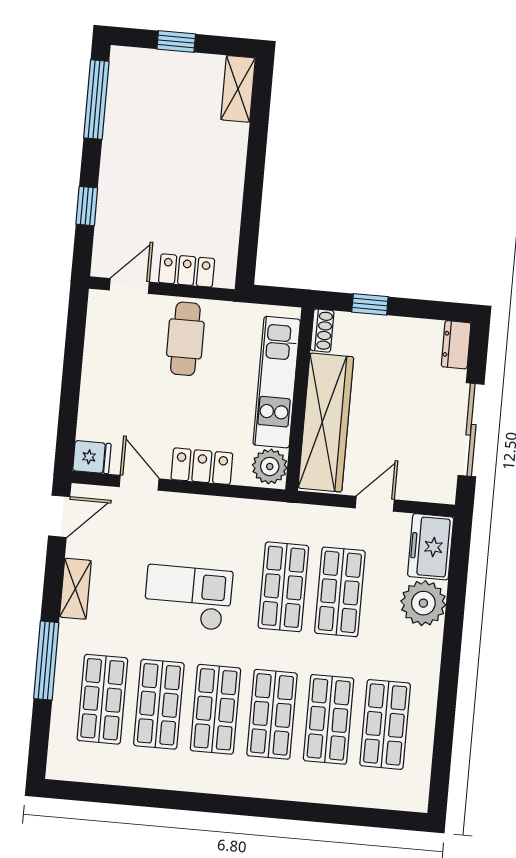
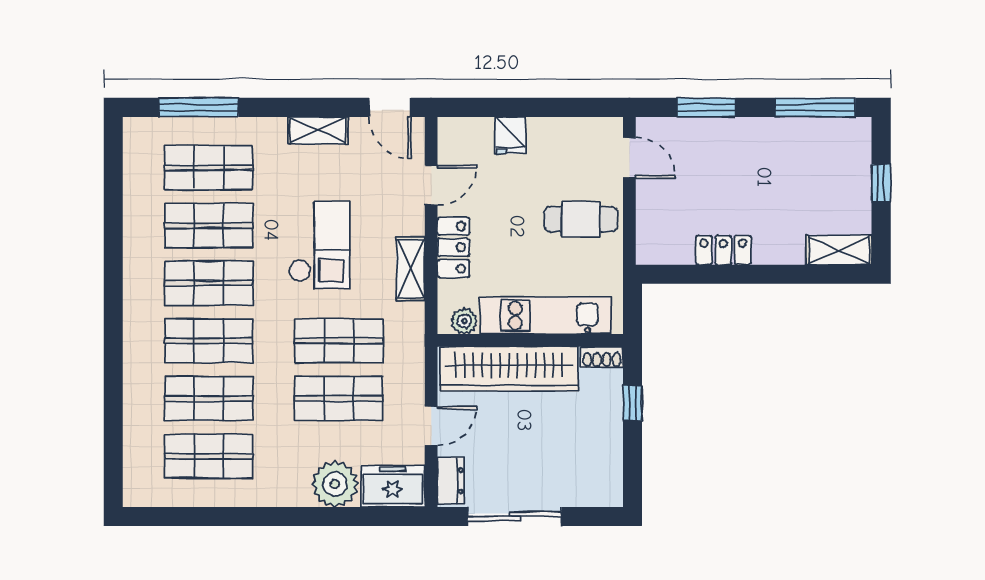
window: (87, 206) -> (706, 107), width x1.50
locker: (187, 270) -> (723, 250), moved, turned -90
dresser: (456, 345) -> (451, 481), moved, turned 90
fridge: (92, 457) -> (510, 135), moved
plant: (270, 466) -> (464, 321), width x0.73, depth x0.73
door: (375, 504) -> (431, 426), hinge flipped
shelving: (219, 510) -> (411, 269), added
window: (46, 661) -> (199, 107), moved

